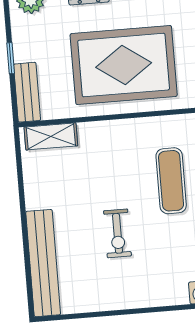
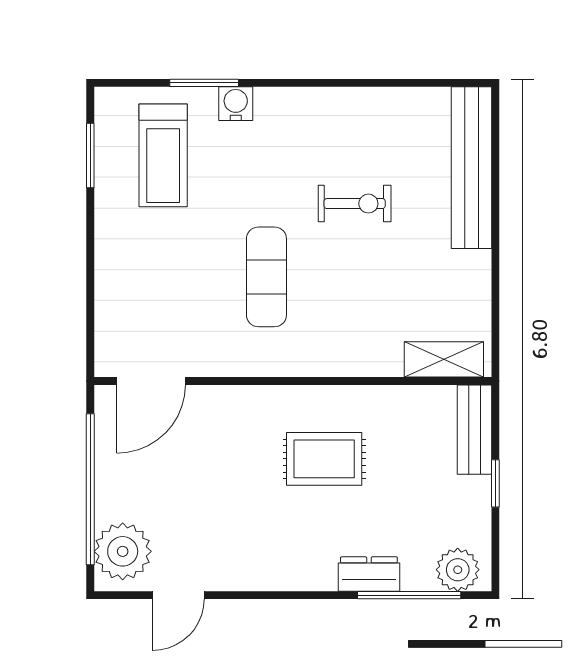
rug: (124, 65) -> (324, 459), width x0.54, depth x0.49
exercise bike: (117, 233) -> (355, 204), turned 90

